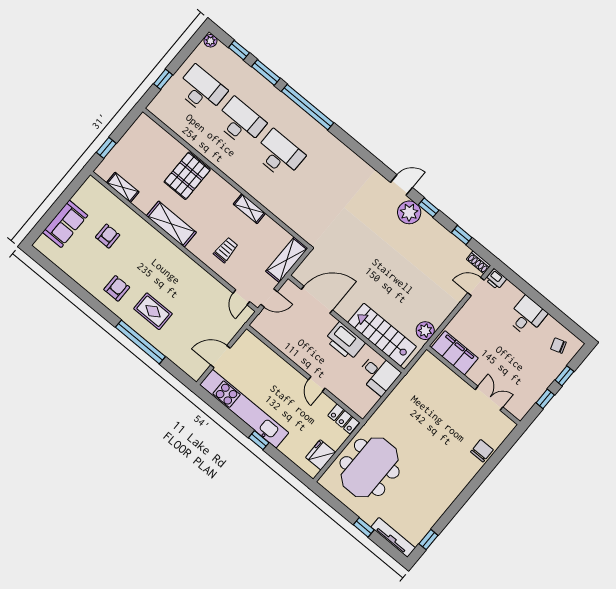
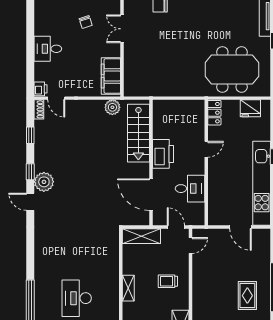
chair: (558, 346) -> (86, 22), moved
desk: (378, 374) -> (190, 189), moved, turned 90

